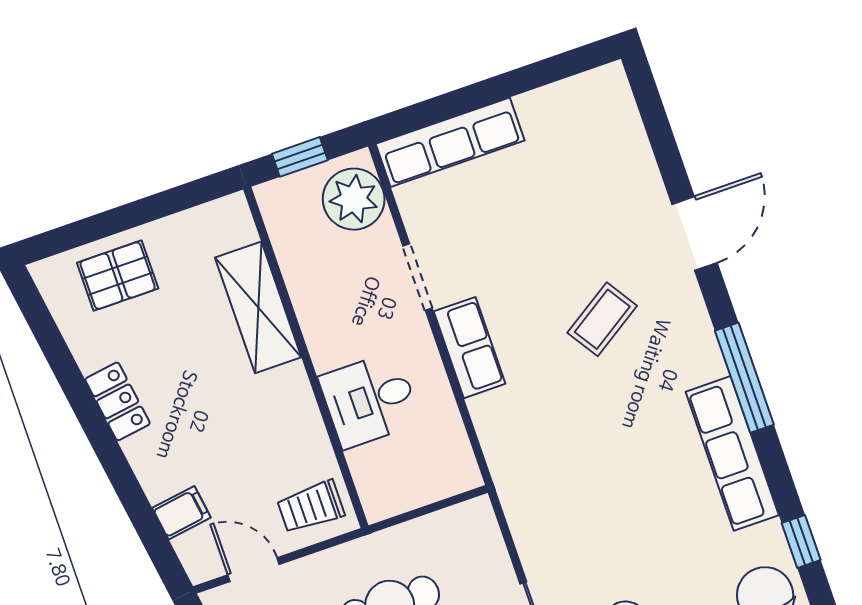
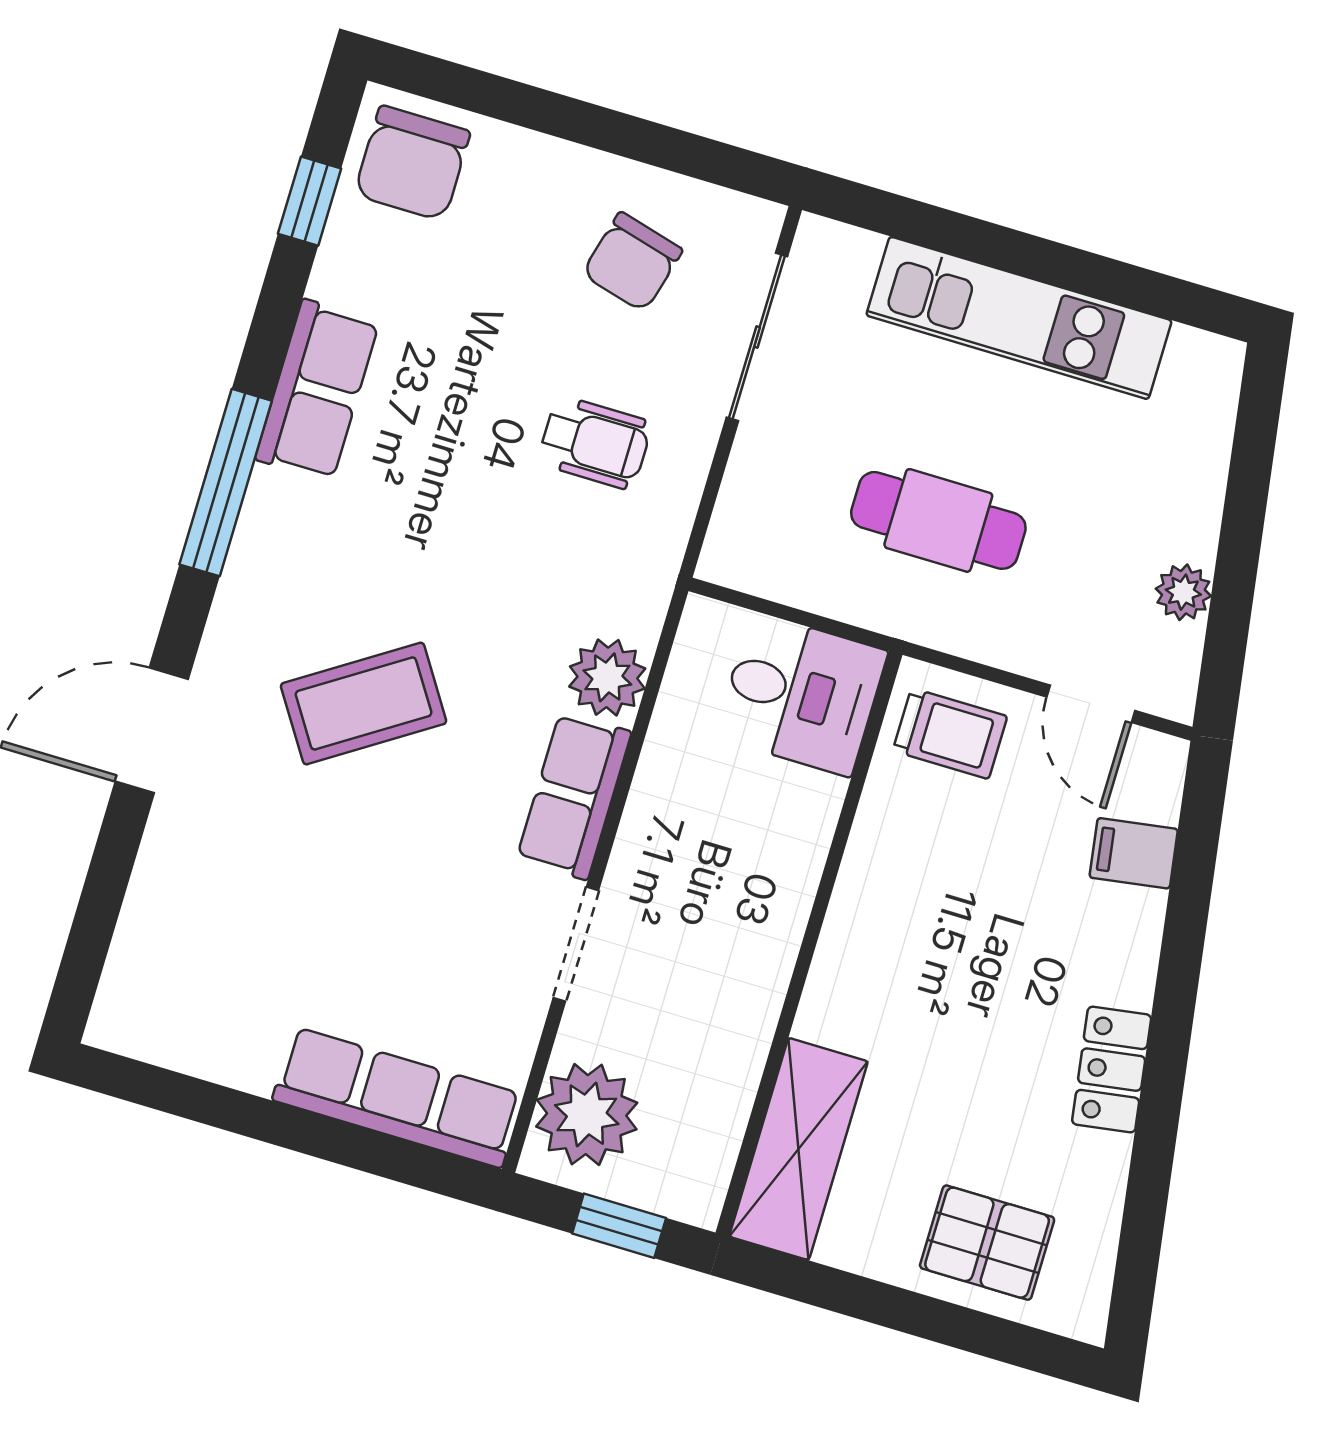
shelving: (258, 307) -> (799, 1149), moved
coffee table: (602, 319) -> (364, 703), width x1.36, depth x1.30
desk: (370, 400) -> (801, 694), moved
plant: (494, 416) -> (607, 677), added
row of seats: (732, 453) -> (317, 390), width x0.68
wheelchair: (581, 524) -> (595, 443), added

